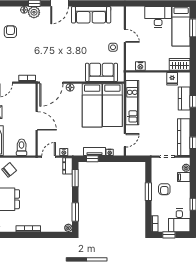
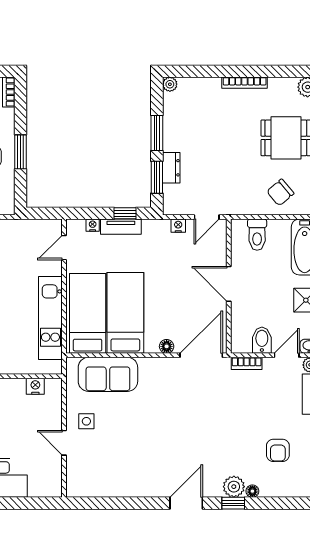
sofa: (91, 15) -> (127, 482), removed
bidet: (19, 91) -> (262, 340), added
dresser: (68, 166) -> (171, 168), moved
window: (75, 212) -> (157, 133), moved

